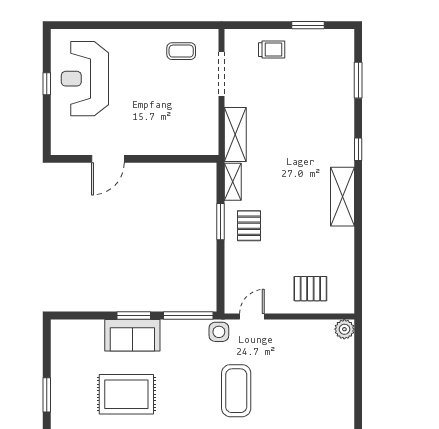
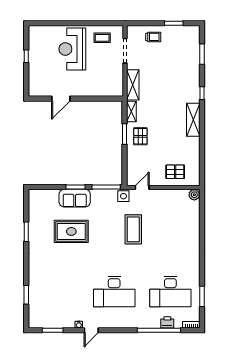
reception desk: (85, 79) -> (72, 49), moved

